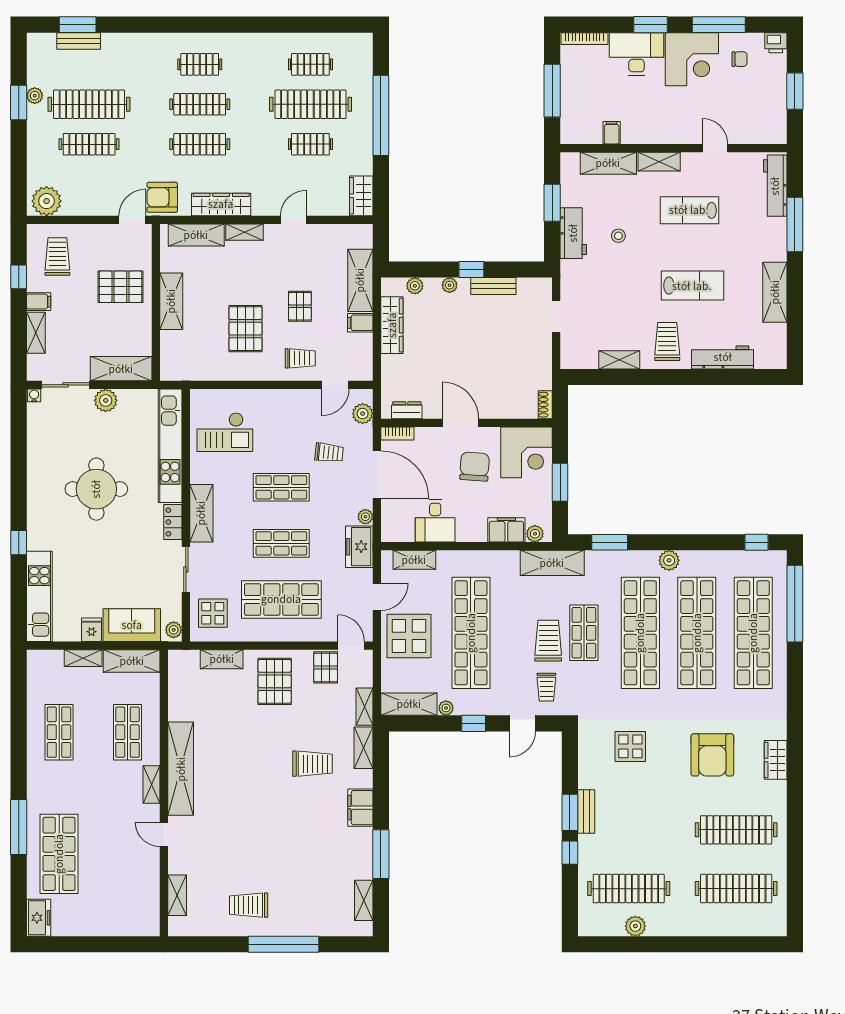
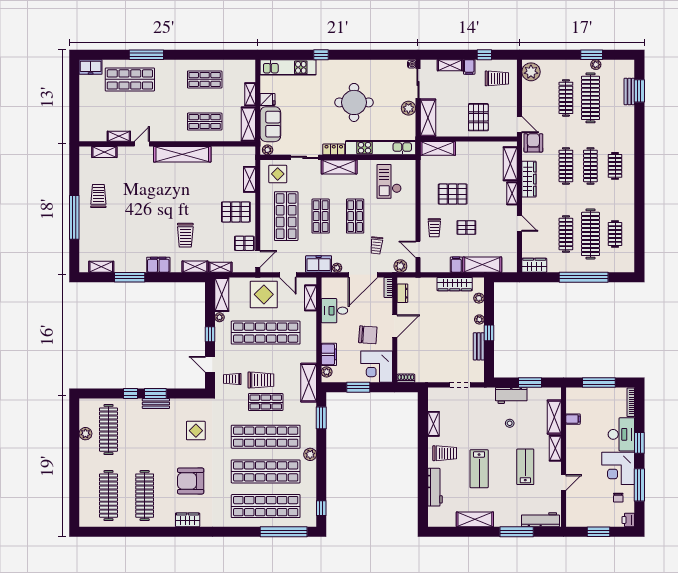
clothes rail: (310, 144) -> (566, 234), width x1.36
shelving: (171, 301) -> (438, 148), moved
shelving: (151, 785) -> (119, 136), moved

